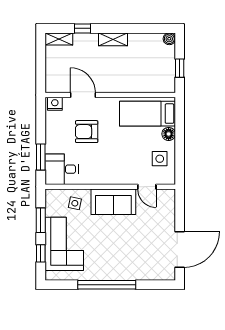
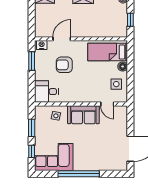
door: (83, 95) -> (62, 39), hinge flipped
window: (41, 157) -> (32, 61), moved
corner sofa: (64, 244) -> (54, 157), moved, turned -90

